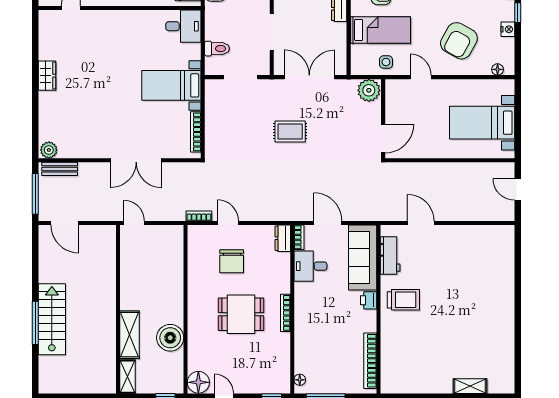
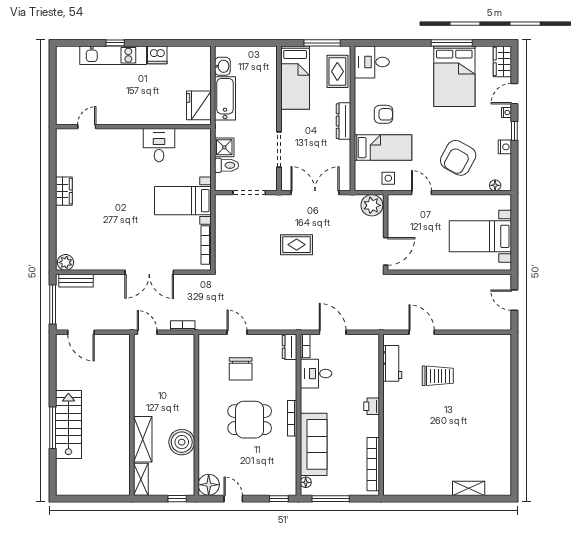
desk: (183, 26) -> (159, 145), moved, turned -90
shower: (215, 30) -> (224, 147), added
bookcase: (199, 216) -> (183, 326), moved
sofa: (363, 258) -> (314, 444), moved, turned 180
trolley: (403, 300) -> (438, 376), moved

